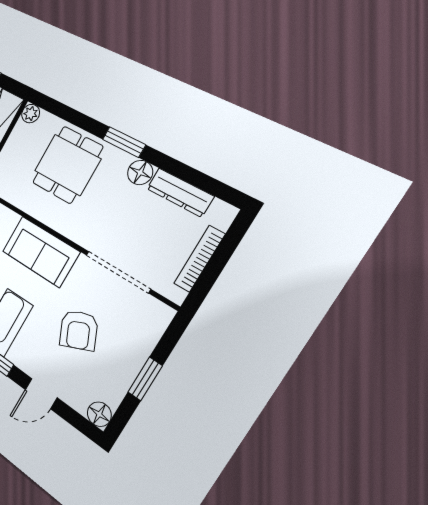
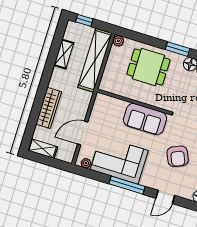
dining table: (67, 165) -> (148, 67), turned 90

